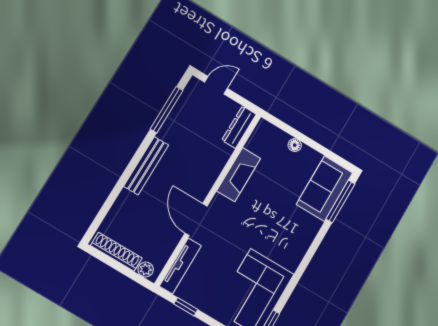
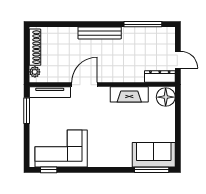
door: (216, 85) -> (178, 60), moved
floor lamp: (295, 145) -> (166, 97), moved, width x1.89, depth x1.89
window: (186, 307) -> (27, 111), width x1.50

